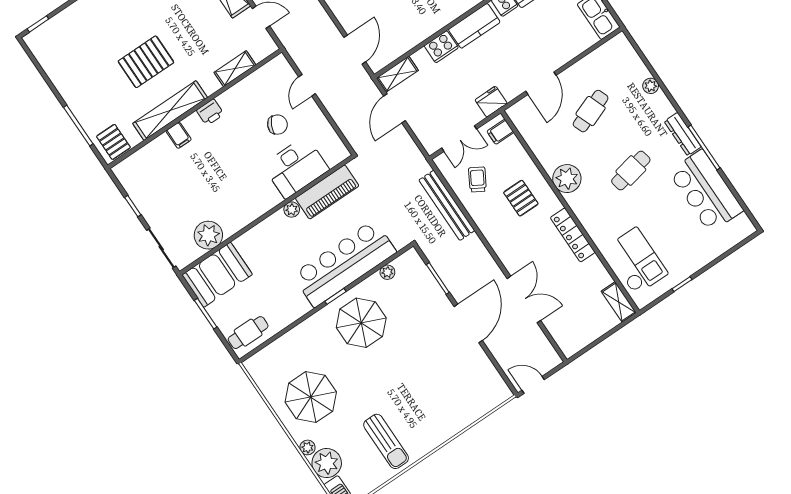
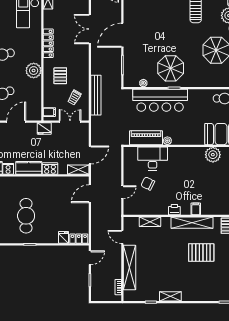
pallet: (146, 62) -> (201, 252), moved

